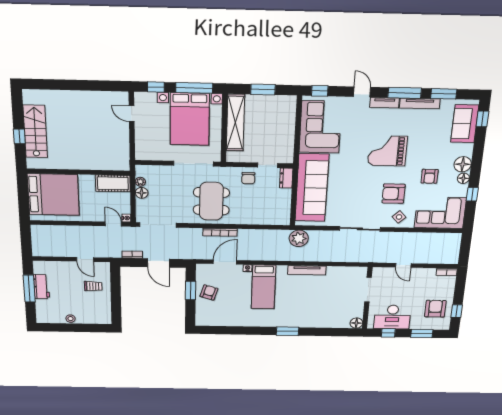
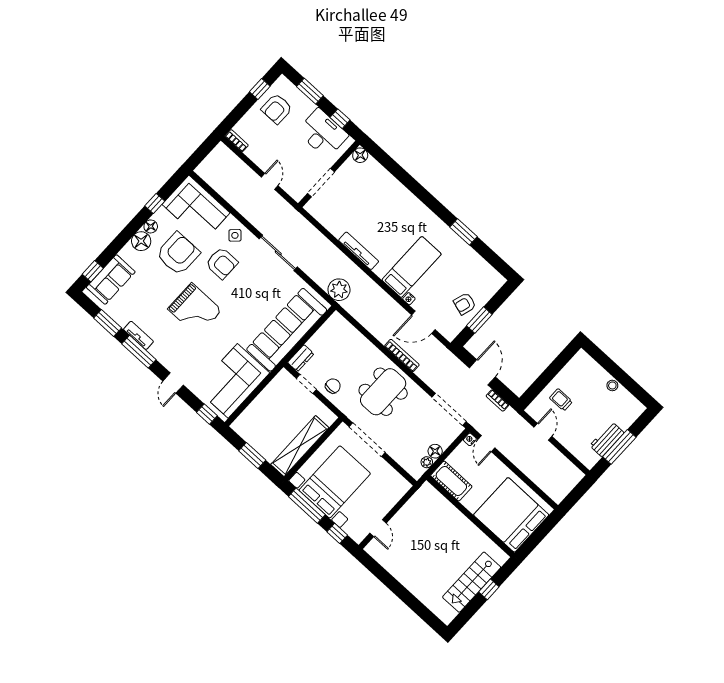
tv unit: (385, 103) -> (162, 357), removed
tv unit: (420, 103) -> (138, 335), width x0.71
armchair: (430, 176) -> (178, 254), width x1.88, depth x1.88
window: (287, 331) -> (464, 232), moved

